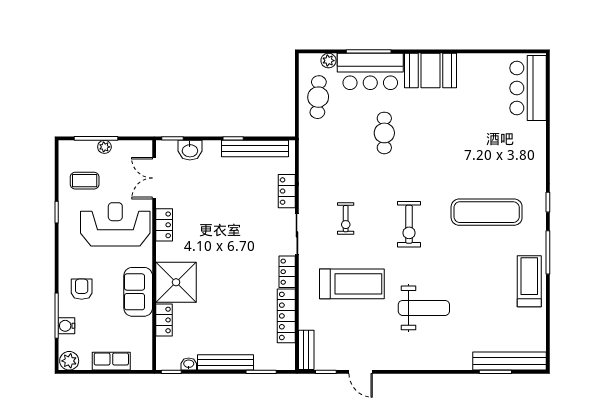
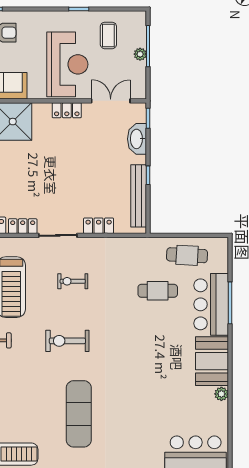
plant: (328, 61) -> (221, 394), moved
cafe table: (384, 133) -> (158, 291), moved
washbasin: (190, 150) -> (137, 139), width x1.38

